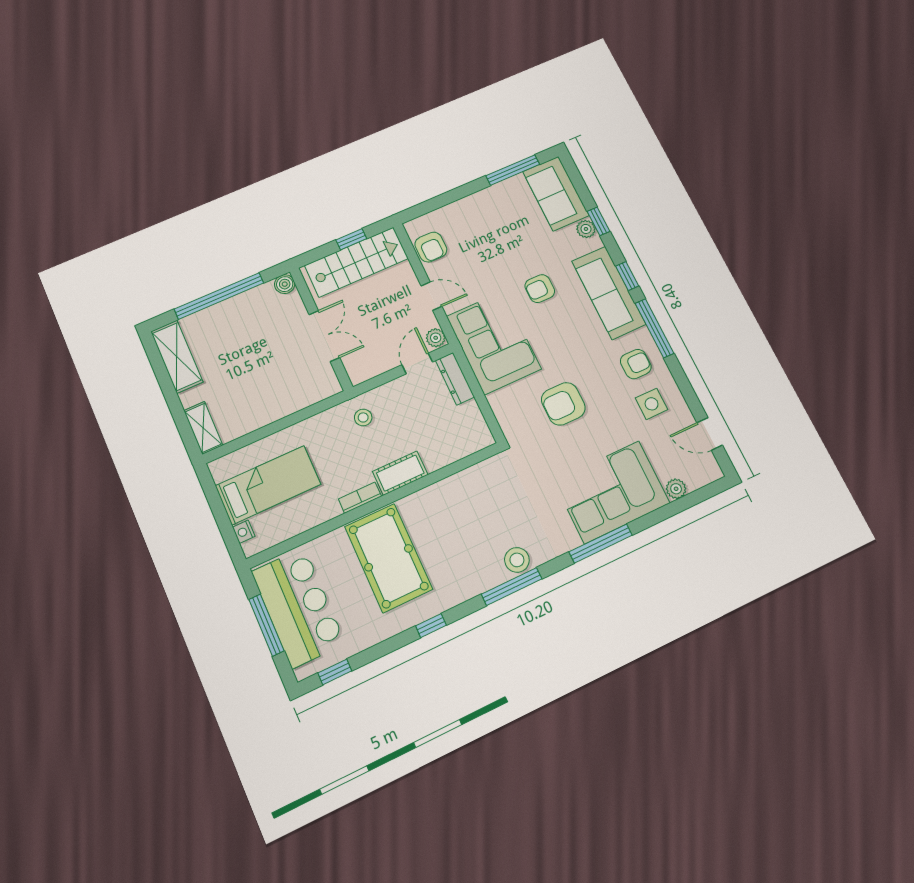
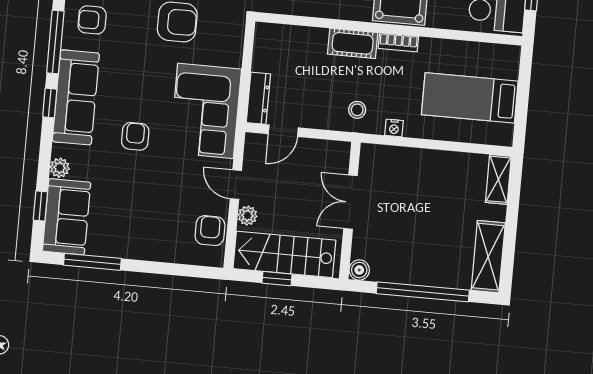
window: (599, 221) -> (40, 206), moved
armchair: (540, 289) -> (135, 136), turned -90
plant: (436, 338) -> (248, 216), moved
nightstand: (244, 532) -> (394, 128), moved, turned 90

